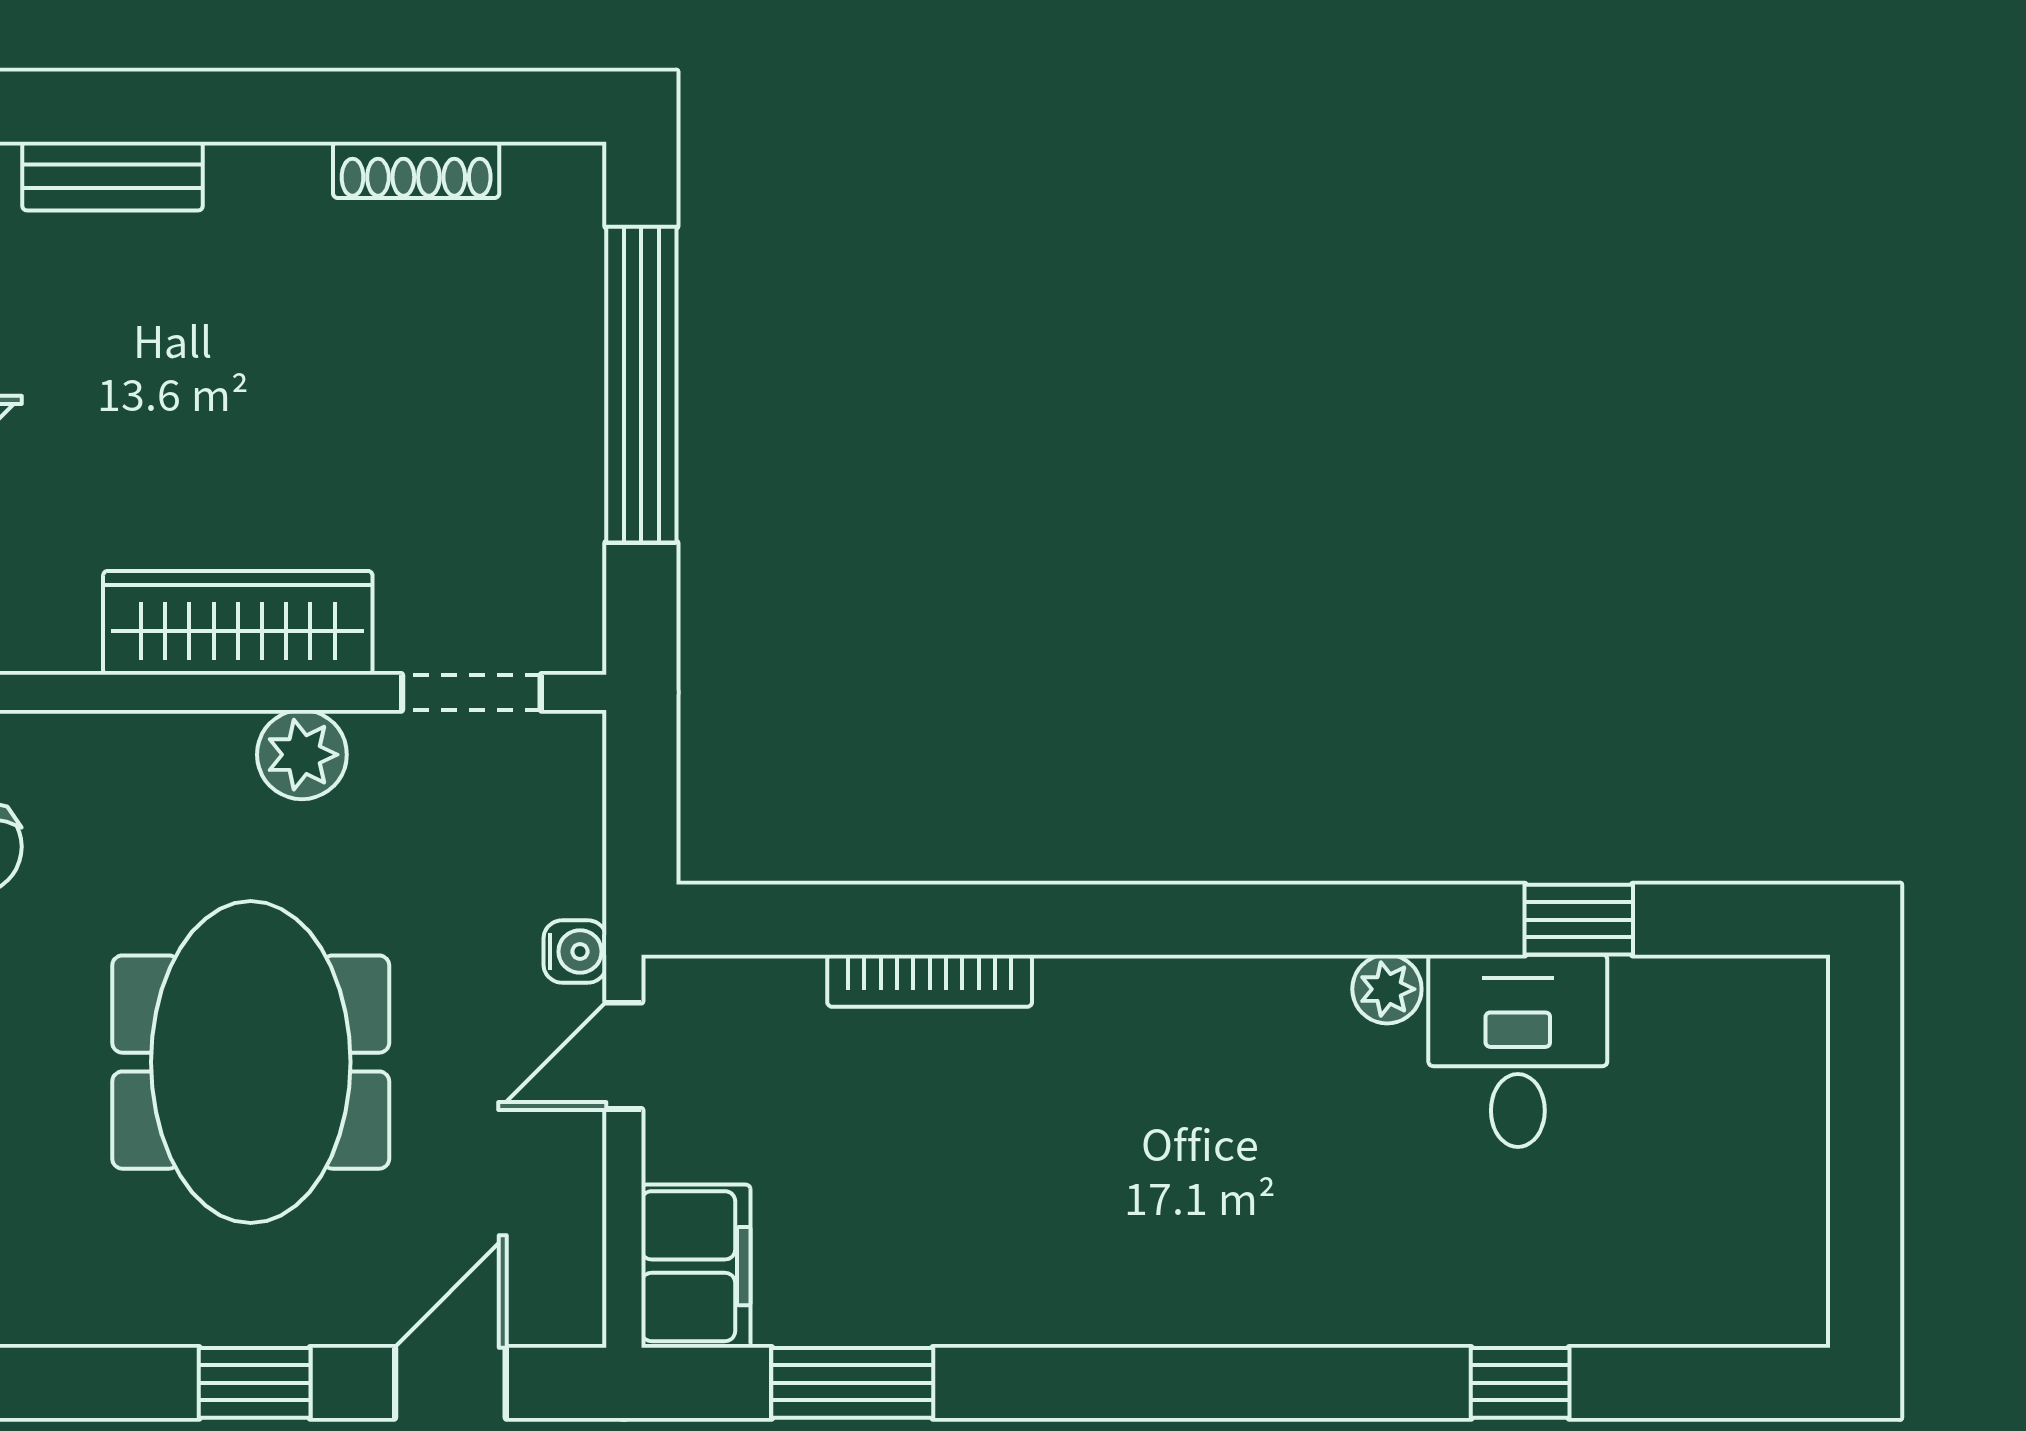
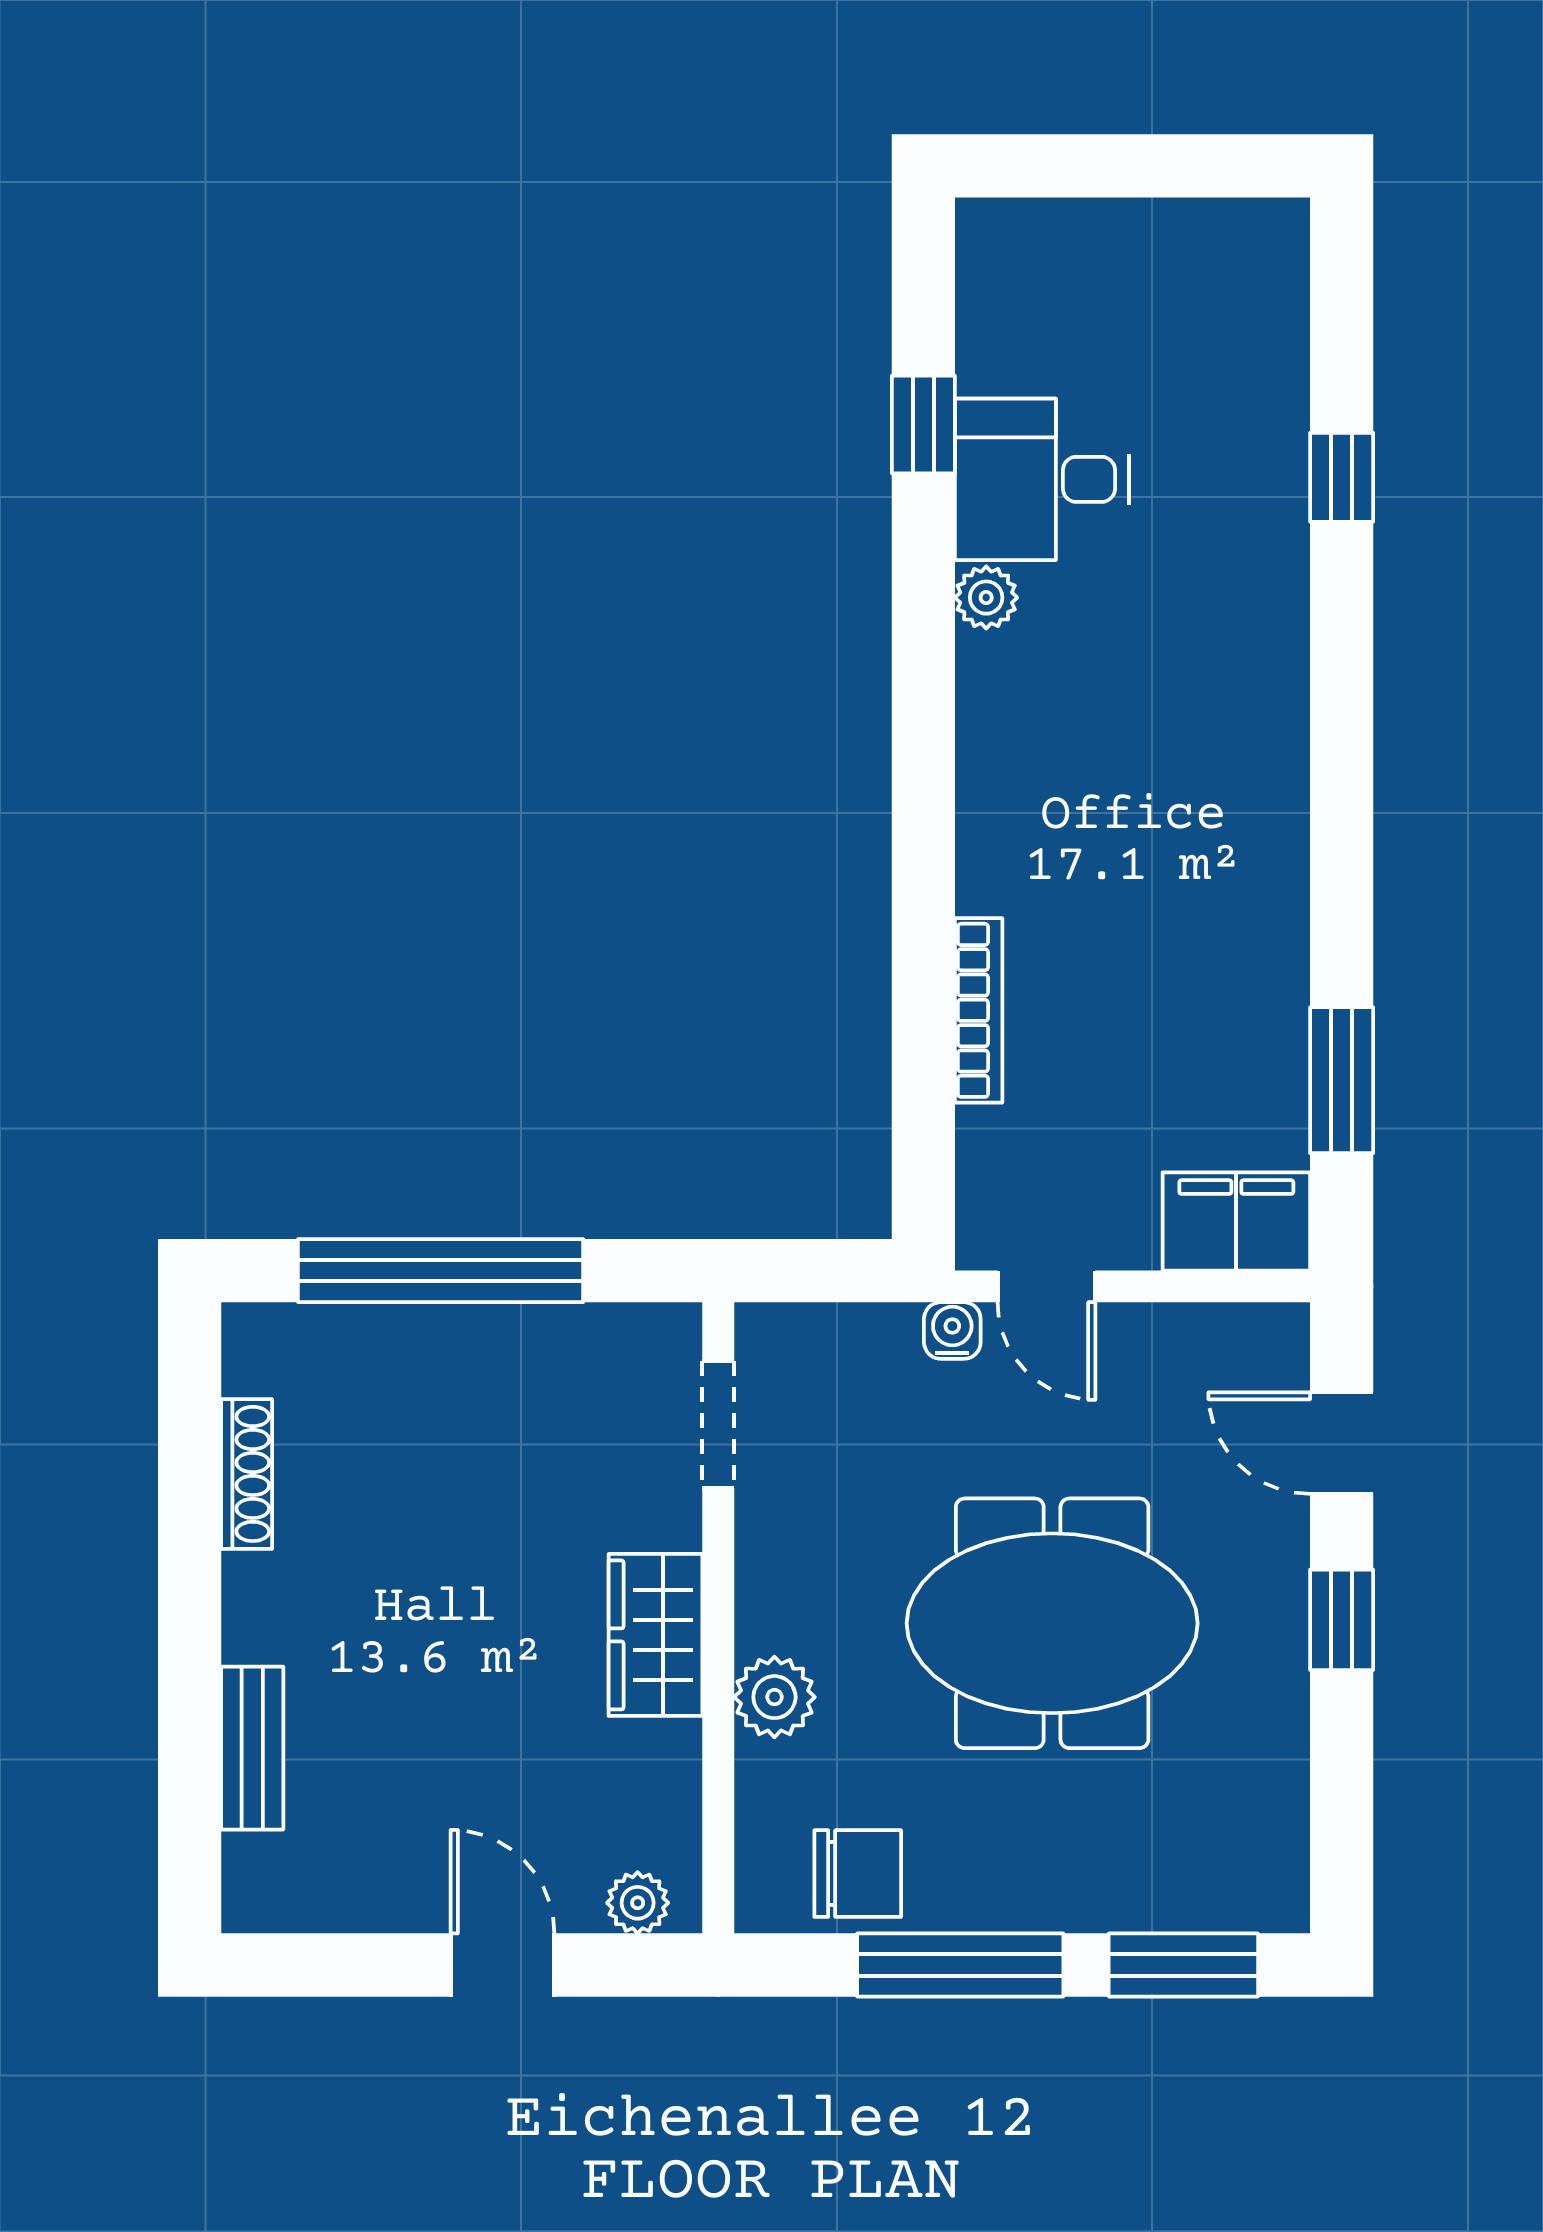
wardrobe: (238, 623) -> (656, 1635), width x0.67
plant: (302, 755) -> (774, 1697), moved

